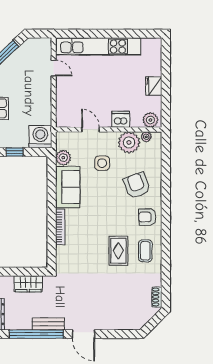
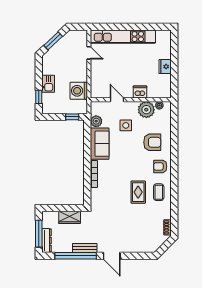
plant: (150, 120) -> (163, 92), removed
washing machine: (40, 137) -> (79, 91), moved, turned -90
window: (15, 152) -> (72, 117), moved
armchair: (137, 185) -> (152, 142), turned 111

